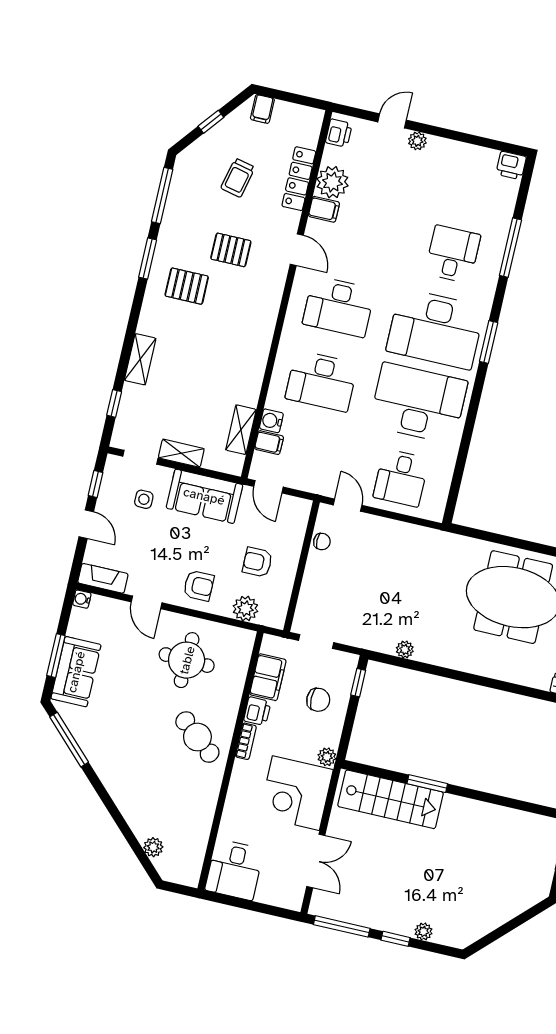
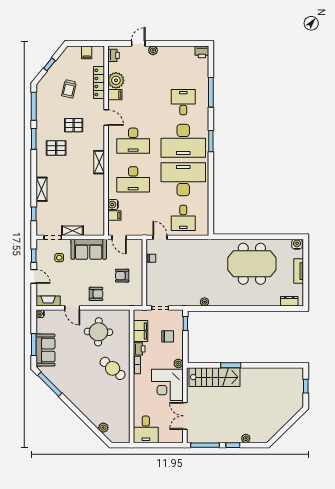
filing cabinet: (262, 109) -> (87, 52), moved
shelving: (241, 430) -> (99, 162), moved
plant: (245, 609) -> (122, 300), removed
double door: (316, 861) -> (185, 416), swing flipped

